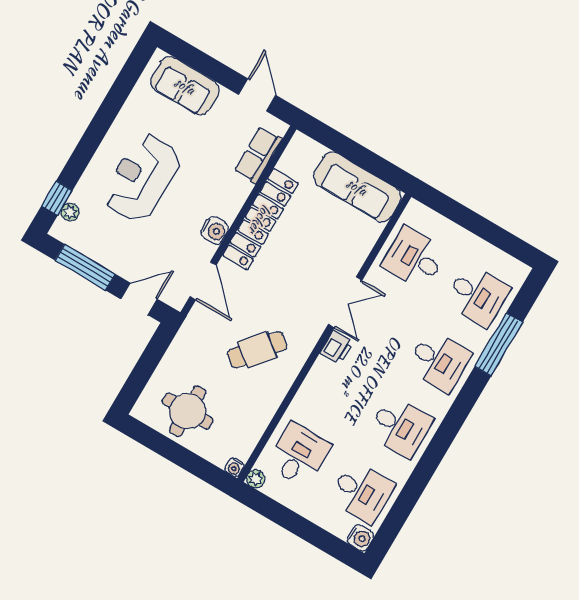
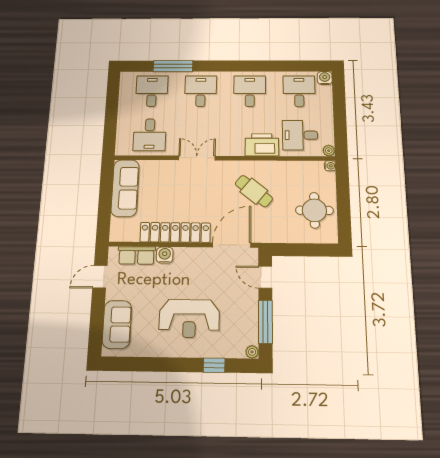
window: (57, 198) -> (214, 365), moved
plant: (70, 212) -> (252, 352), moved
water cooler: (215, 230) -> (165, 255), moved
door: (203, 281) -> (232, 245), width x1.36
printer: (337, 347) -> (262, 145), moved, width x1.87, depth x1.48

